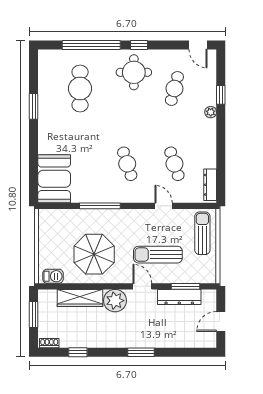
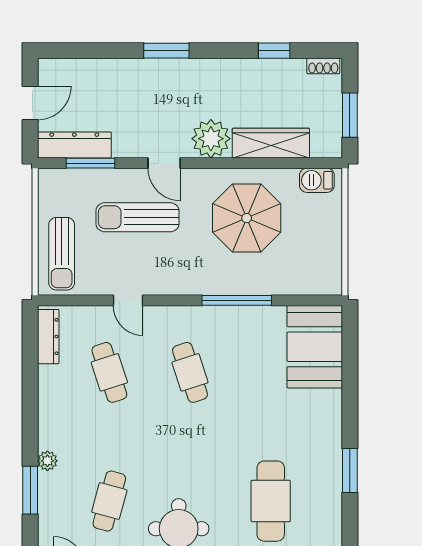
window: (221, 95) -> (30, 490), width x1.50
sun lounger: (158, 255) -> (138, 217), turned 180
dresser: (179, 297) -> (74, 145), moved

